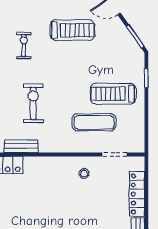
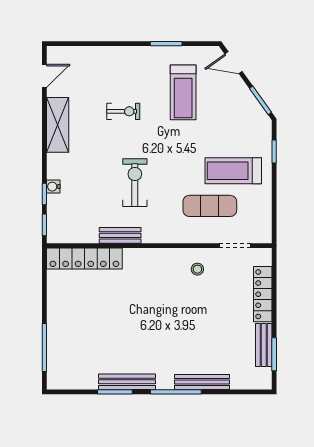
treadmill: (72, 30) -> (183, 92), turned 90
exercise bike: (24, 45) -> (123, 111), turned 90

